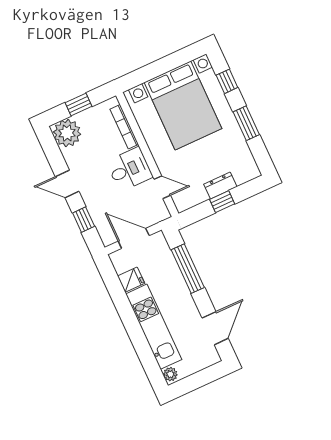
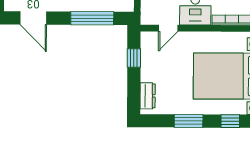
dresser: (220, 185) -> (148, 96), moved
window: (222, 202) -> (134, 58), moved

